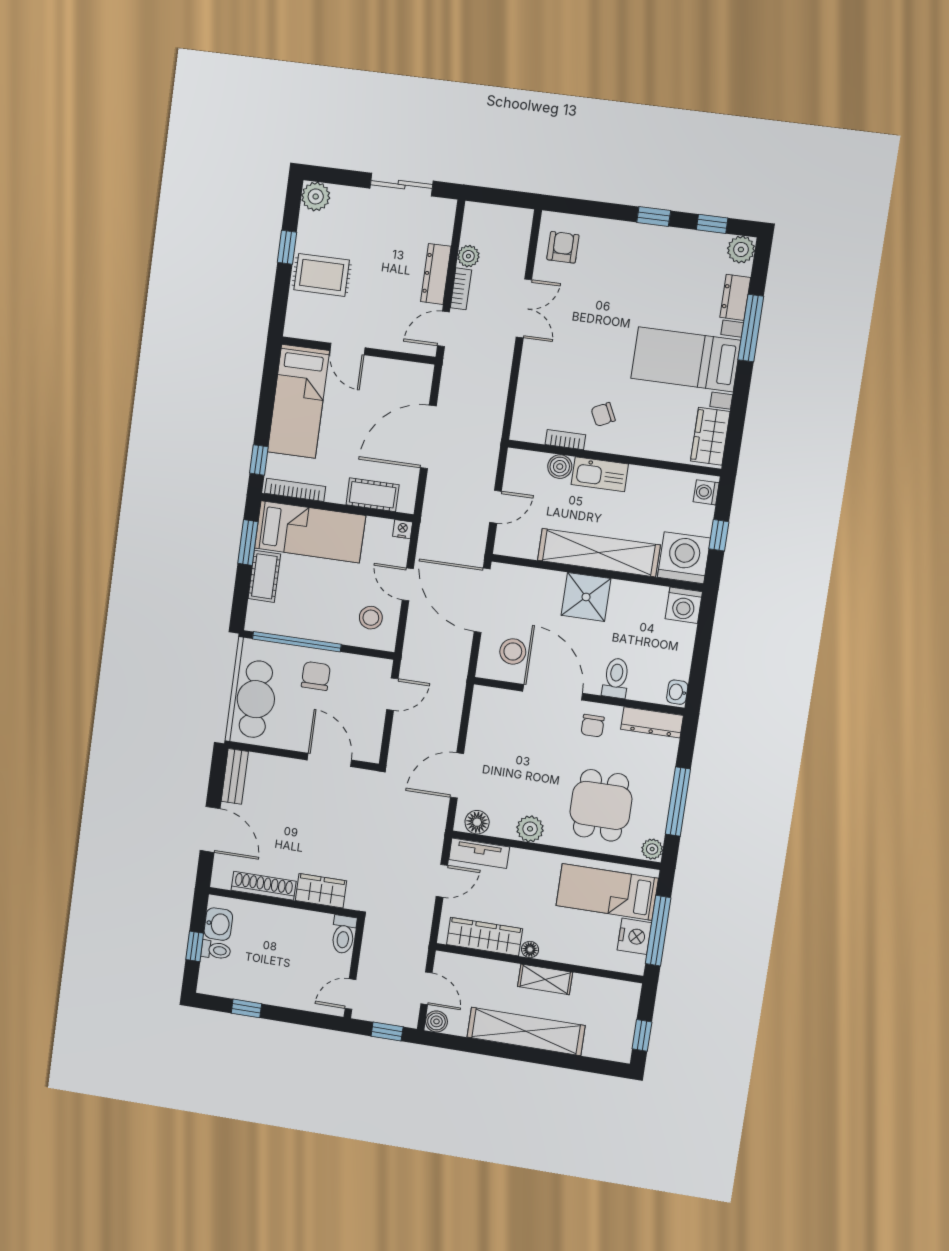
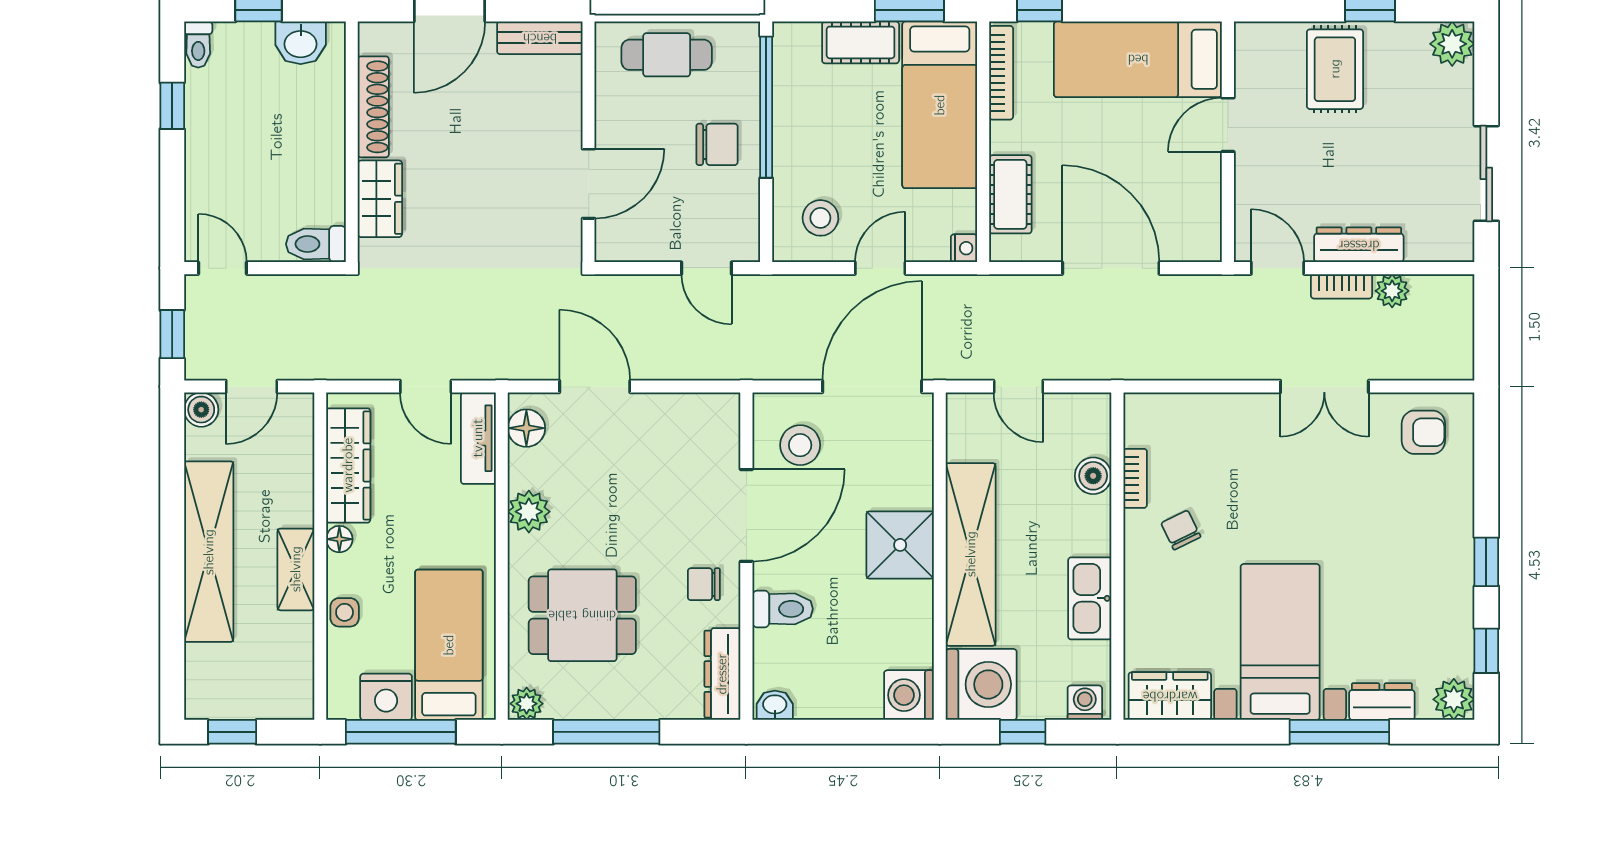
kitchen sink: (600, 474) -> (1090, 598), moved
cafe table: (256, 699) -> (667, 55), width x0.73, depth x0.74
toilet: (216, 950) -> (198, 45), moved
side table: (577, 954) -> (345, 612), added

